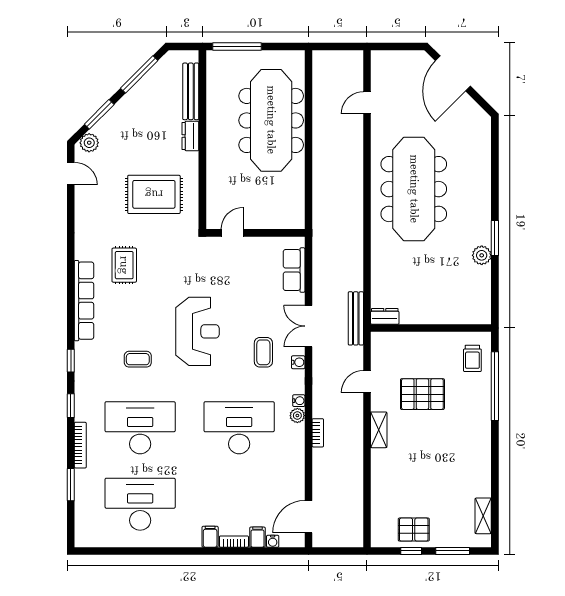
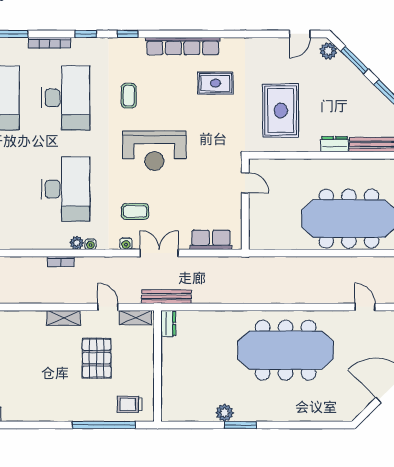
shelving: (378, 352) -> (135, 318), added

